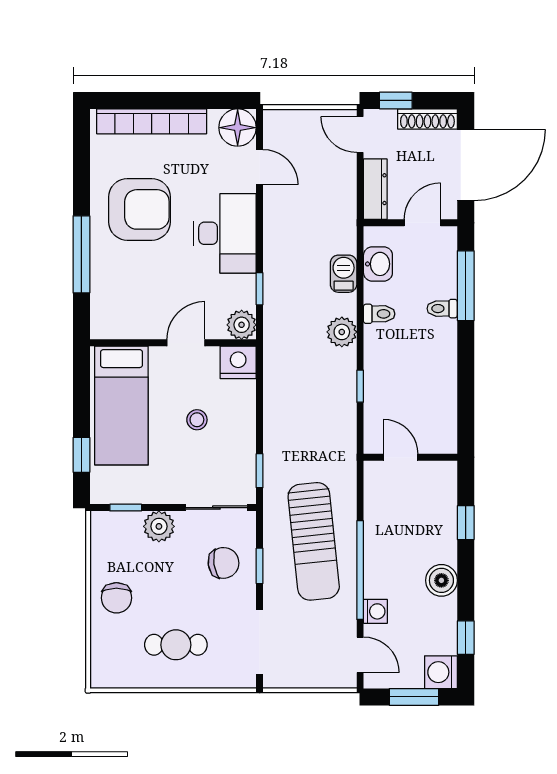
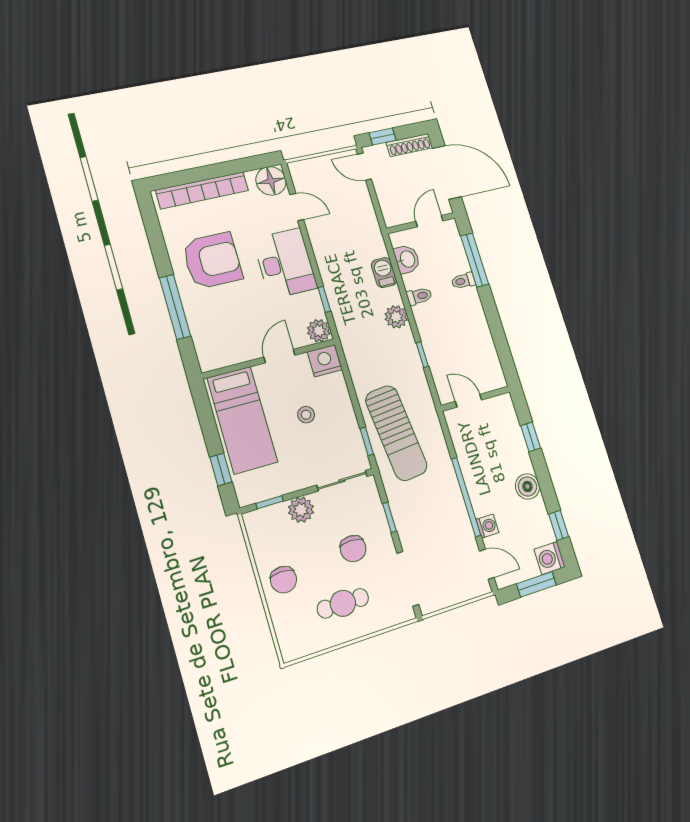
door: (466, 165) -> (447, 172), hinge flipped
dresser: (375, 189) -> (388, 204), removed
sun lounger: (314, 541) -> (396, 433), moved
chair: (223, 563) -> (353, 549), moved, turned 98

